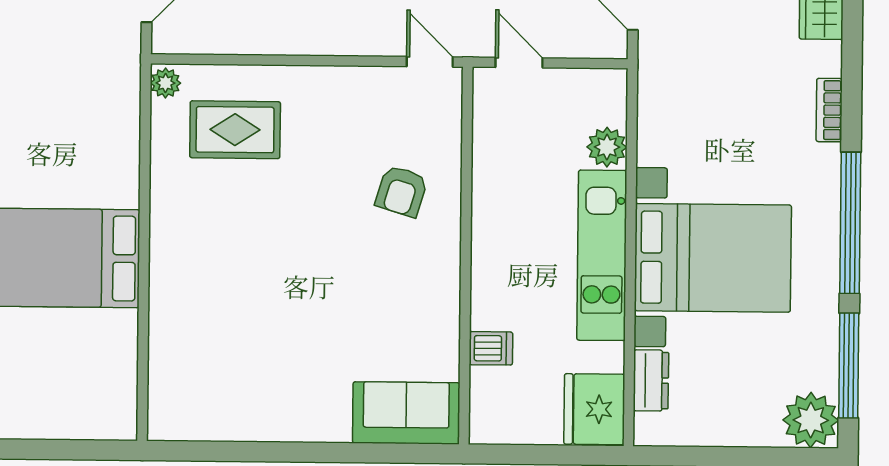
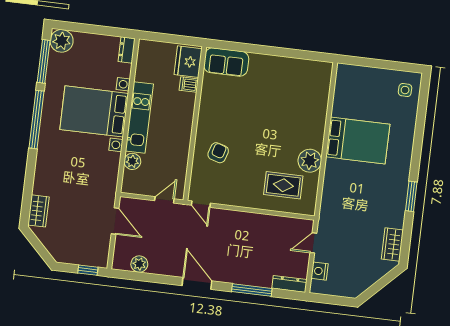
door: (519, 63) -> (164, 200), swing flipped
plant: (165, 83) -> (310, 161), moved, width x1.87, depth x1.87
bookcase: (829, 110) -> (40, 166), removed
dresser: (651, 380) -> (127, 50), moved
fridge: (594, 409) -> (188, 62), moved, turned 180

